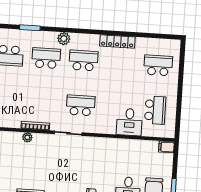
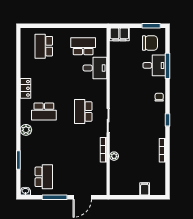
locker: (117, 42) -> (25, 88), width x0.66
school desk: (46, 58) -> (44, 144), removed
school desk: (83, 60) -> (44, 111), turned -90
filing cabinet: (166, 147) -> (119, 34), width x2.00

